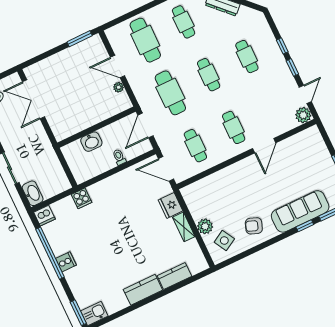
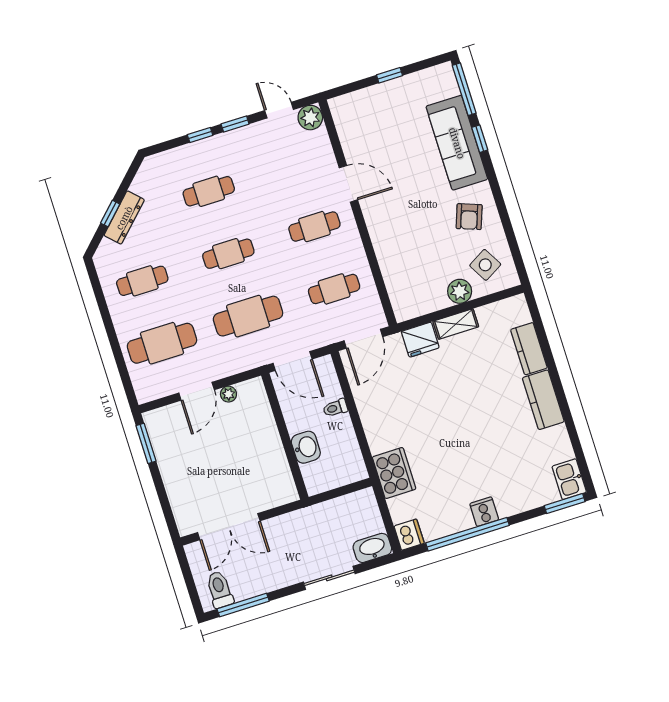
cooker: (82, 198) -> (394, 473), width x1.87, depth x1.31

